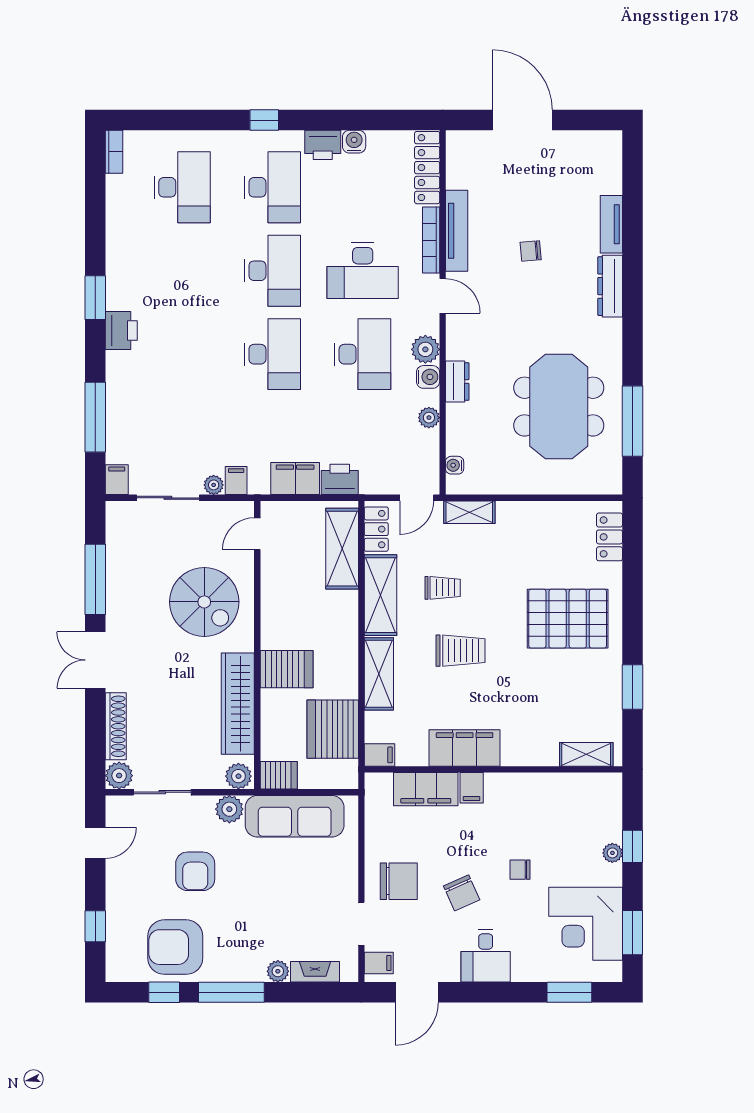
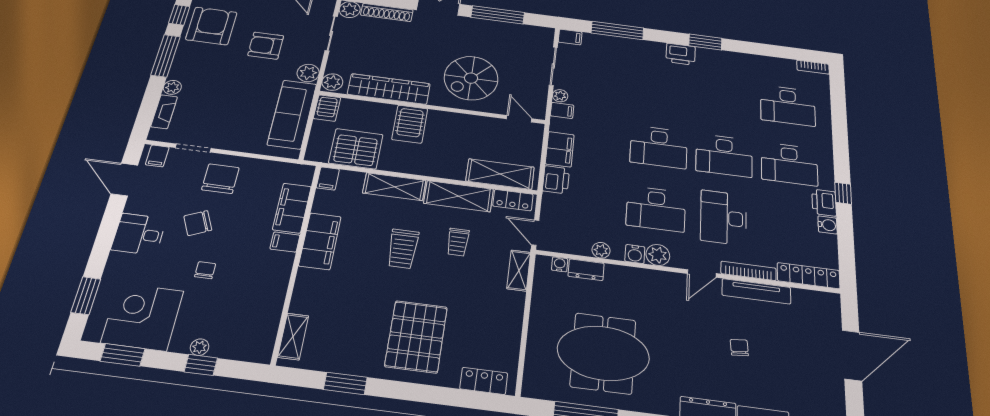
window: (264, 120) -> (843, 193), moved
dresser: (457, 381) -> (586, 270), moved
chair: (399, 881) -> (220, 179), turned 180

